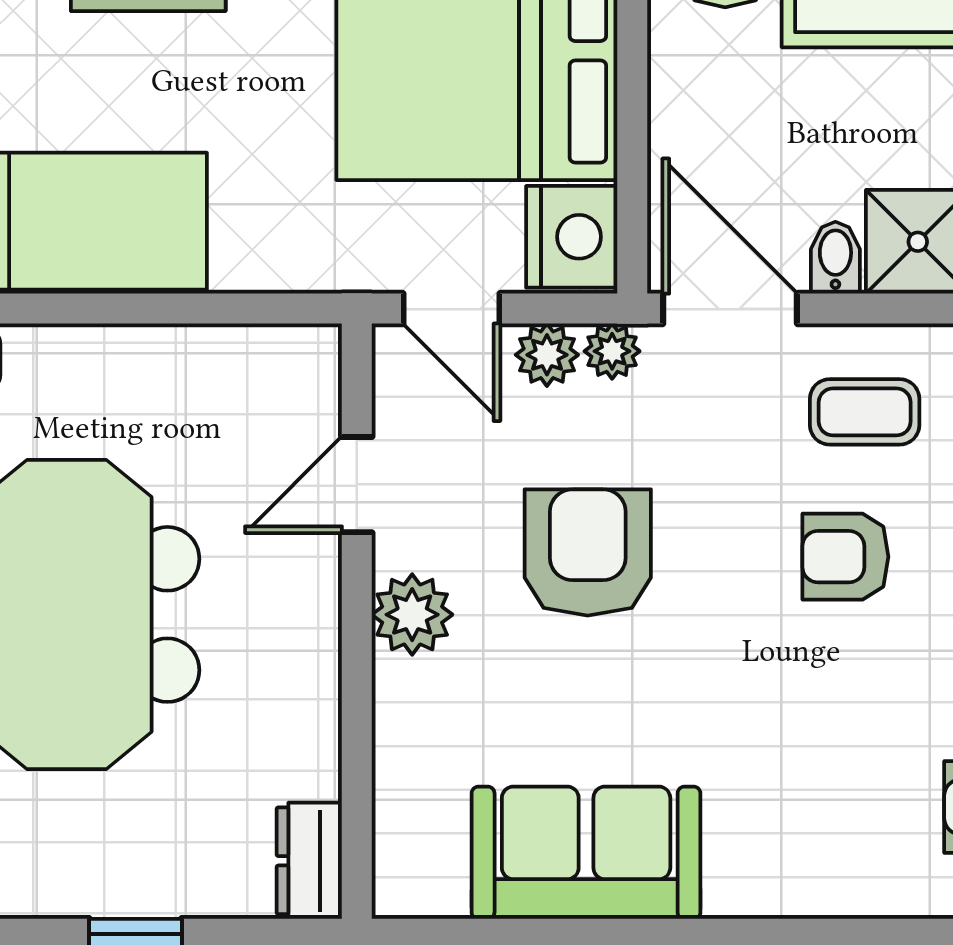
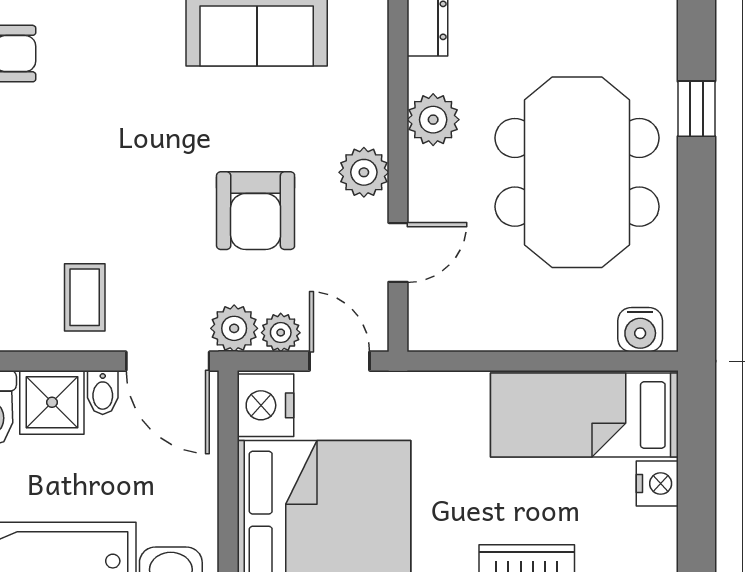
plant: (612, 351) -> (234, 328), width x1.38, depth x1.38
coffee table: (865, 412) -> (85, 297), turned 90
armchair: (845, 557) -> (97, 208), removed
plant: (300, 700) -> (433, 120), added

